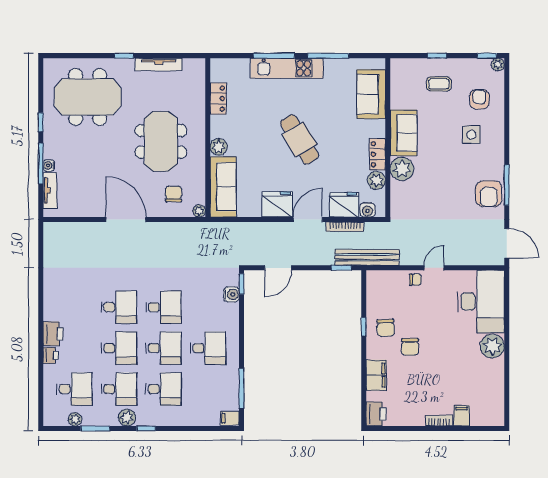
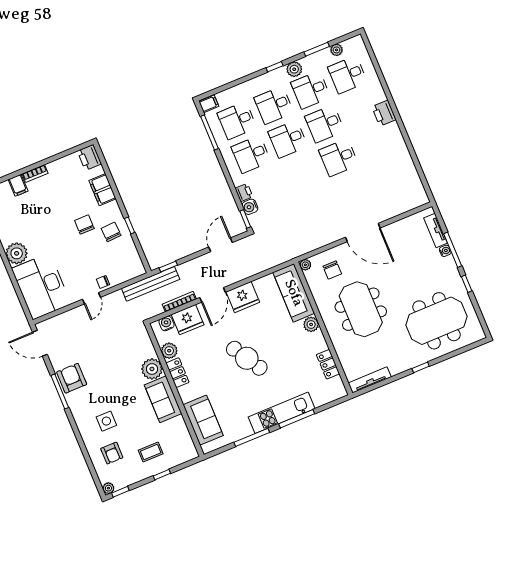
tv unit: (159, 64) -> (370, 380), moved
desk: (163, 307) -> (237, 121), moved
printer: (51, 355) -> (244, 193), moved, turned 180

